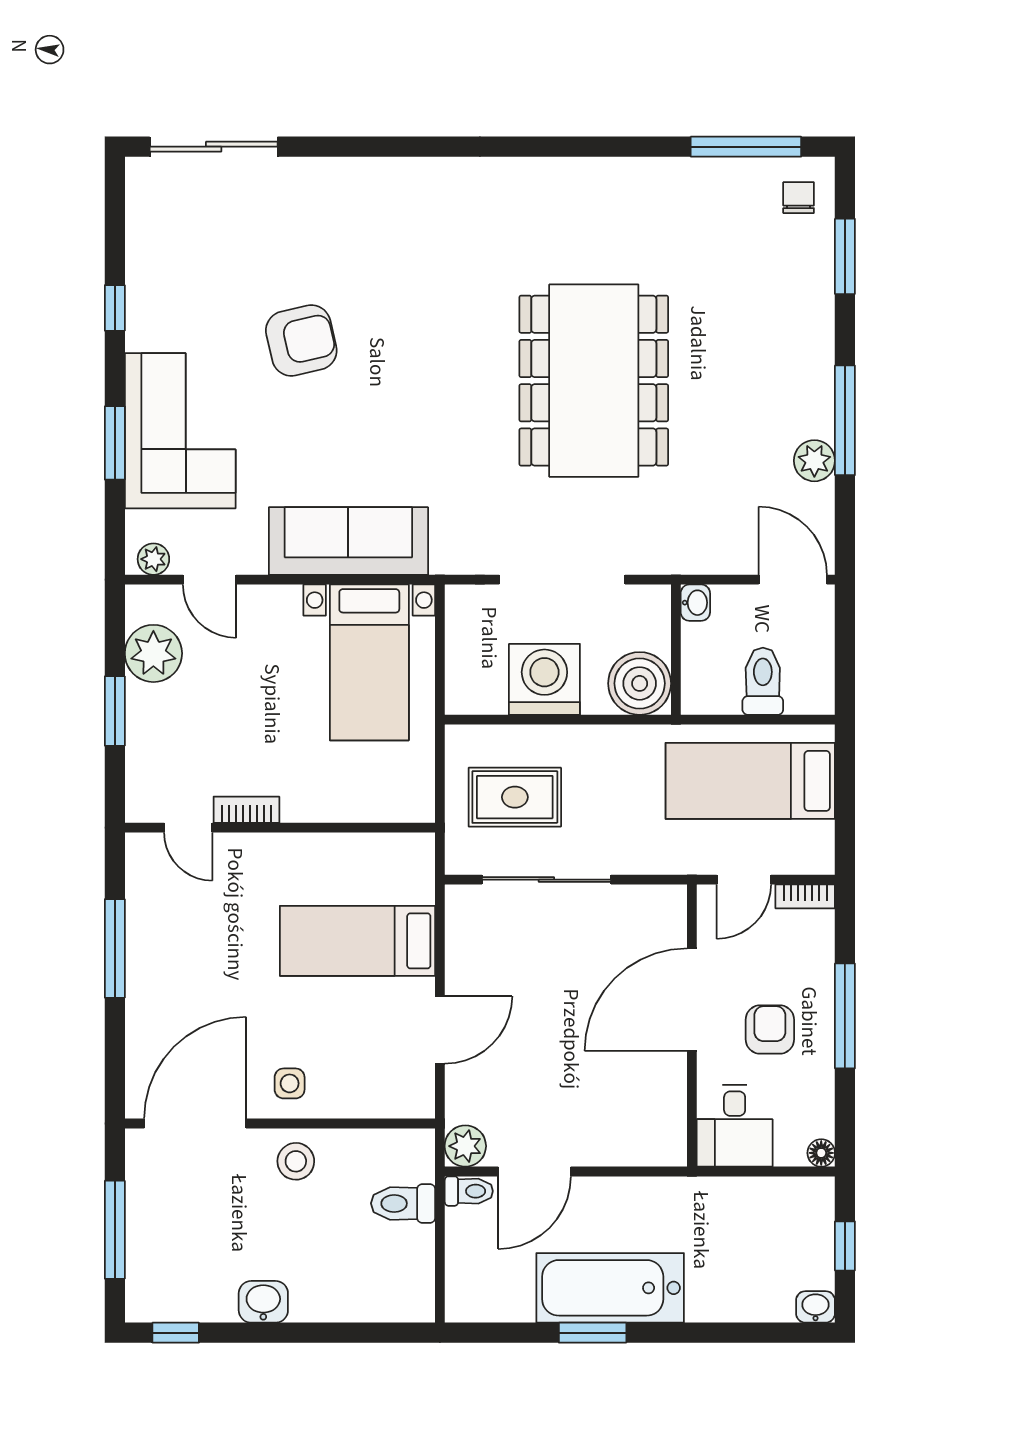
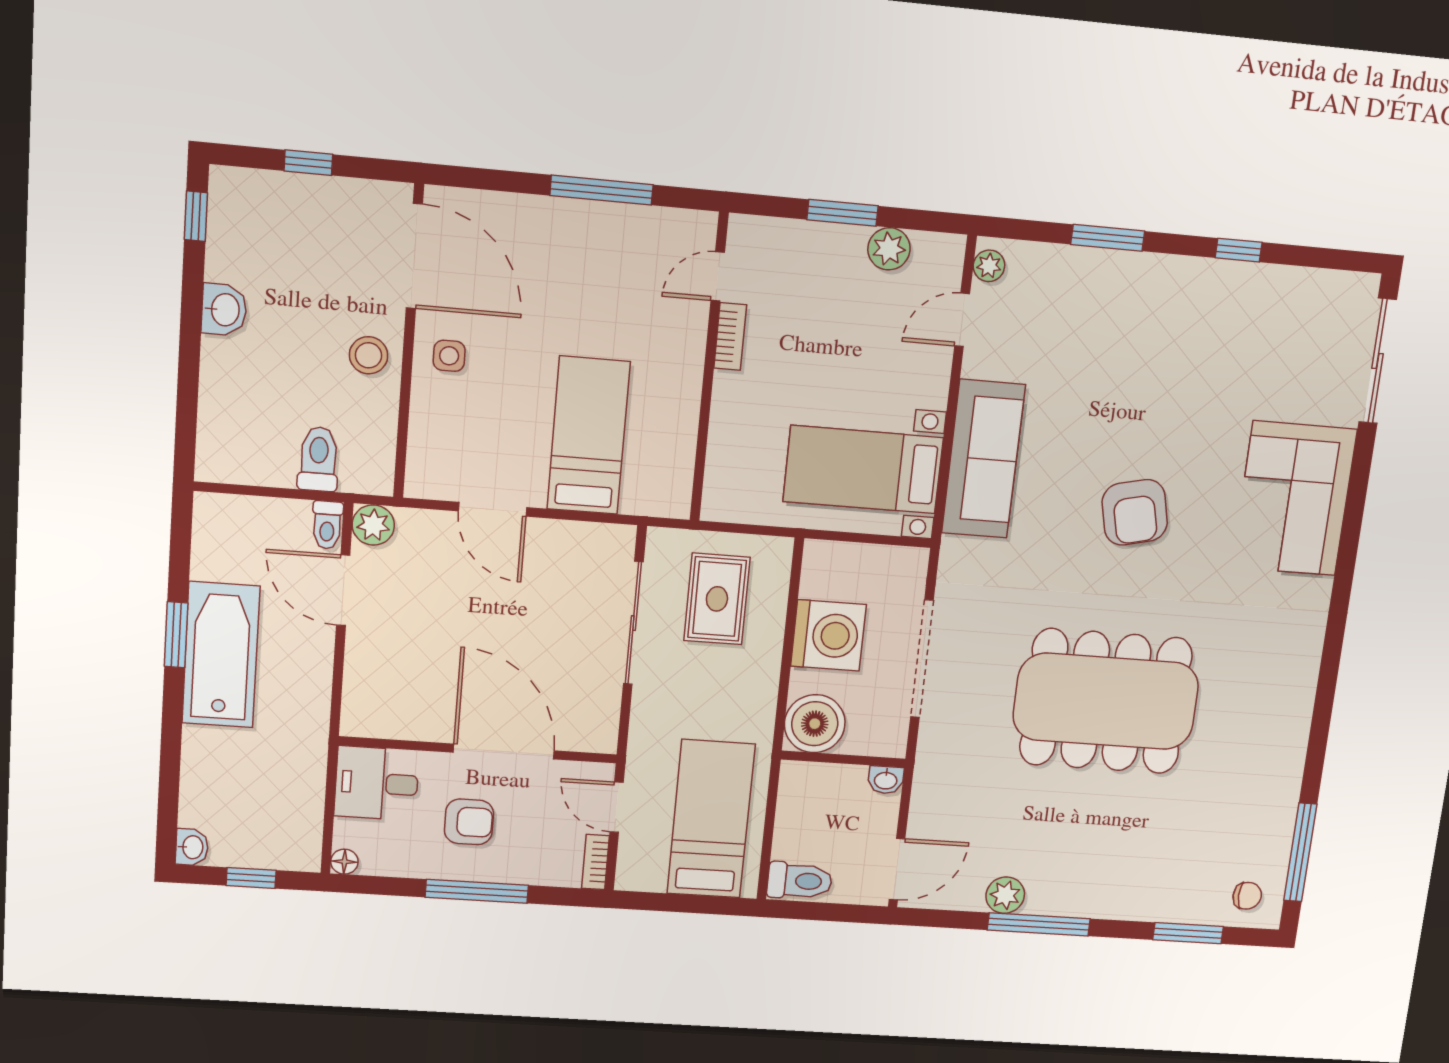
armchair: (301, 341) -> (1135, 512), moved
corner sofa: (180, 431) -> (1294, 499), moved, turned 90
plant: (153, 653) -> (889, 249), width x0.73, depth x0.73
toilet: (763, 681) -> (800, 881), moved
window: (115, 1230) -> (308, 163), width x0.46

